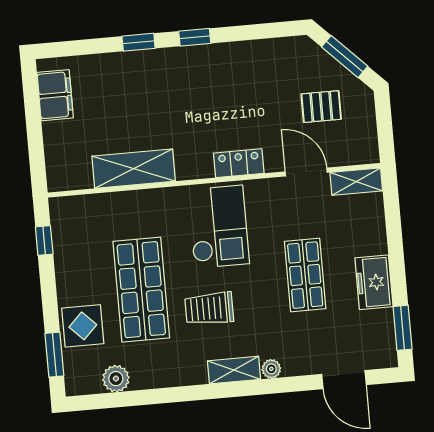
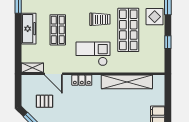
shelving: (134, 169) -> (127, 82), width x1.47
checkout: (218, 227) -> (93, 54), turned 90
window: (44, 241) -> (168, 42), moved
freezer: (374, 282) -> (29, 29), width x1.40

